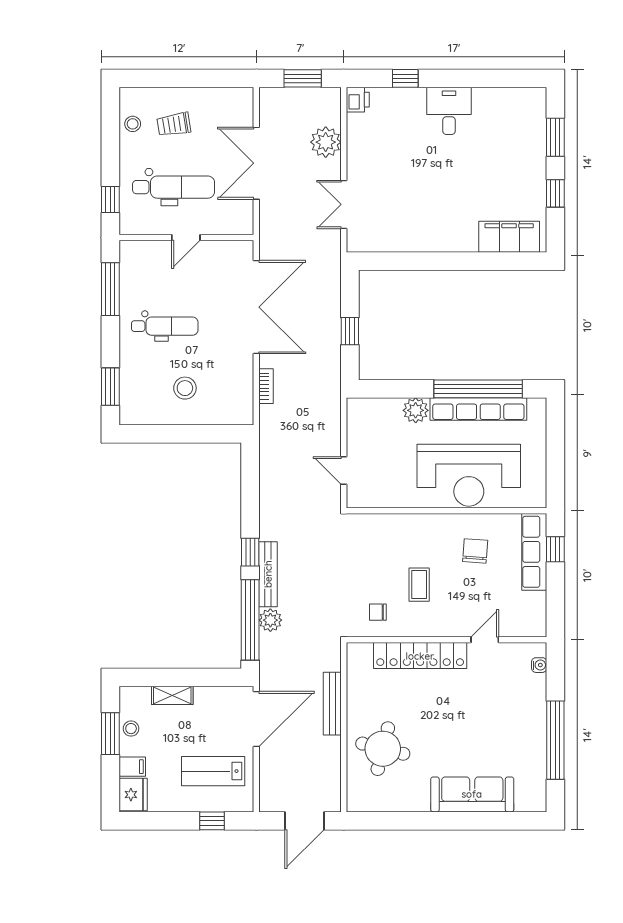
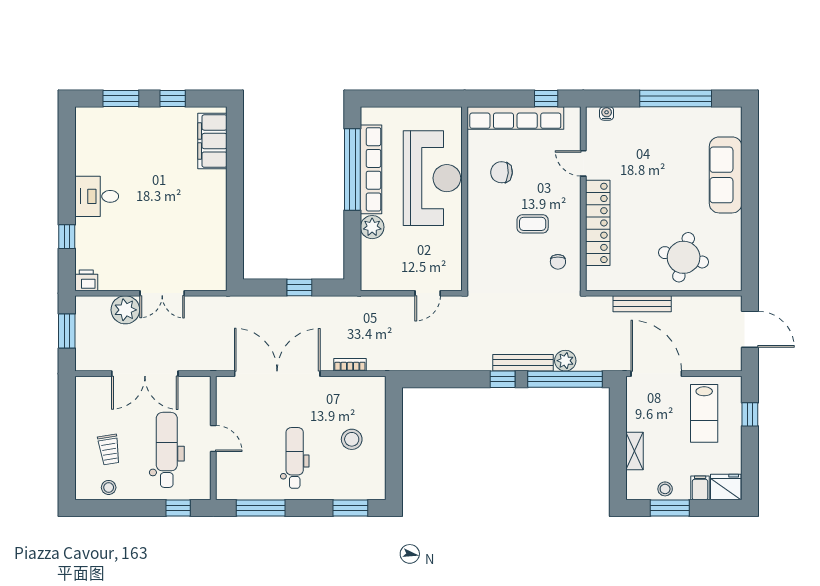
double door: (344, 204) -> (162, 293), moved
window: (555, 549) -> (546, 98), moved
row of seats: (534, 552) -> (515, 118), width x1.36

